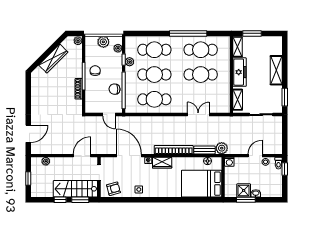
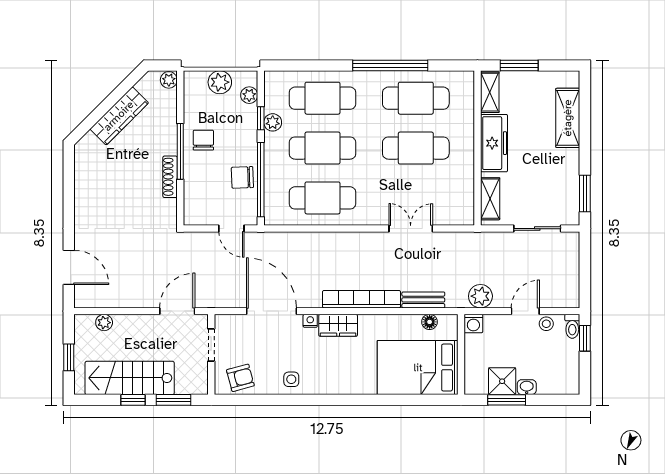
shelving: (276, 70) -> (568, 118), moved
door: (28, 134) -> (69, 267), hinge flipped
plant: (222, 148) -> (480, 296), moved
stairs: (75, 189) -> (130, 378), moved

